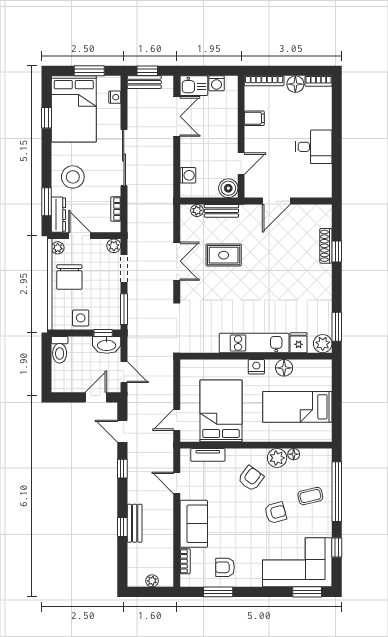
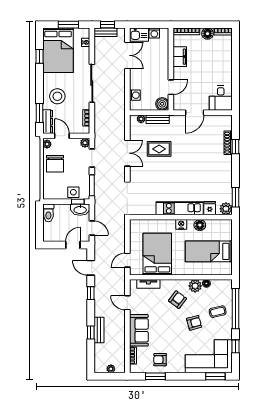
filing cabinet: (254, 118) -> (180, 57), width x2.00
desk: (314, 147) -> (221, 98), moved, turned 90
side table: (81, 318) -> (73, 192), moved

